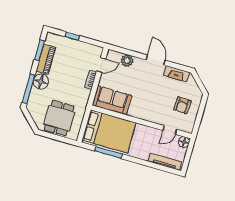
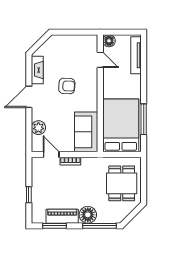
armchair: (182, 105) -> (67, 86), moved
dining table: (59, 118) -> (122, 183), turned 90

